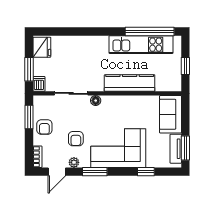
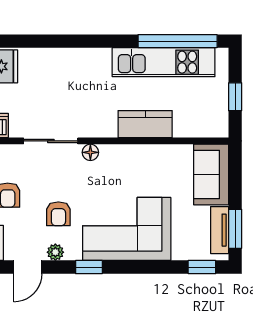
kitchen counter: (130, 83) -> (145, 124), width x0.67
window: (95, 172) -> (89, 267), width x0.67
window: (146, 172) -> (202, 267), moved

